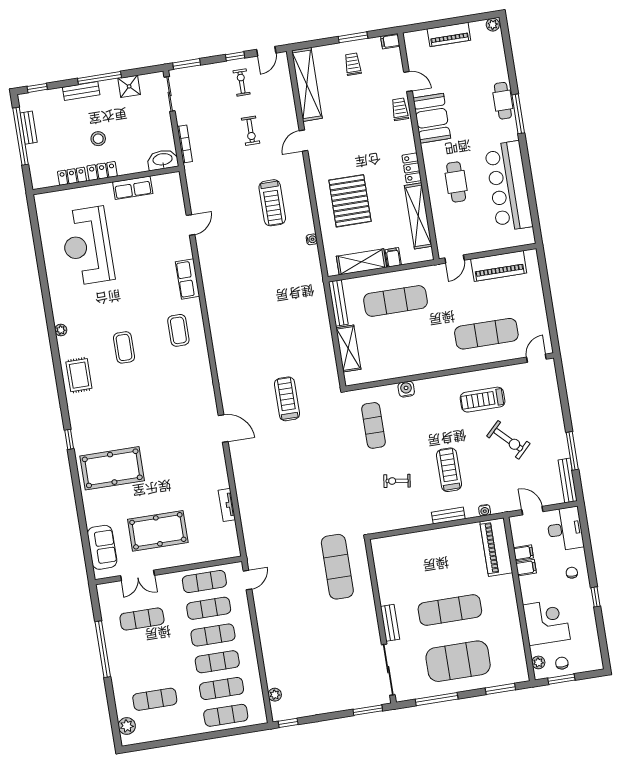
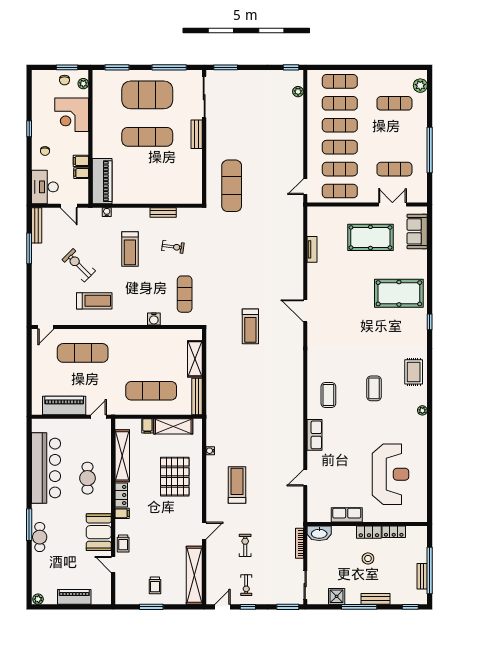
filing cabinet: (390, 41) -> (122, 513), moved
bench: (448, 516) -> (163, 213), moved

